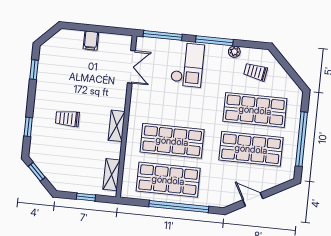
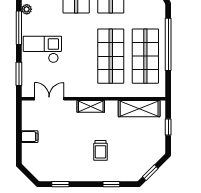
window: (163, 35) -> (19, 74), width x0.69
shelving: (117, 126) -> (91, 106), moved
shelving: (112, 175) -> (139, 109), width x1.50, depth x1.33

